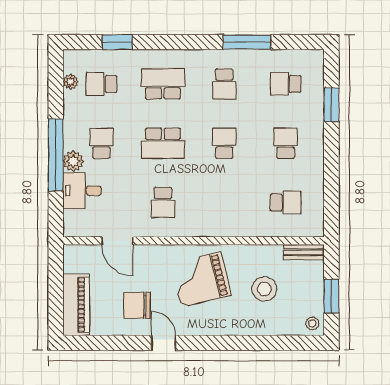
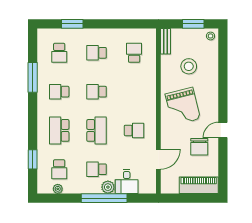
school desk: (224, 84) -> (59, 92), turned 180

